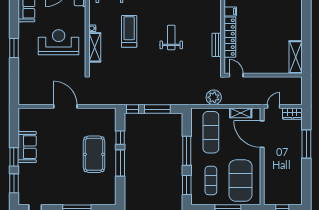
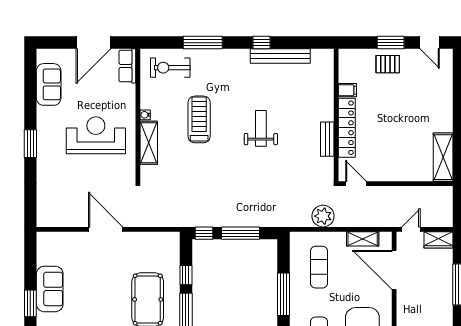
exercise mat: (211, 132) -> (319, 267), width x0.73, depth x0.69

